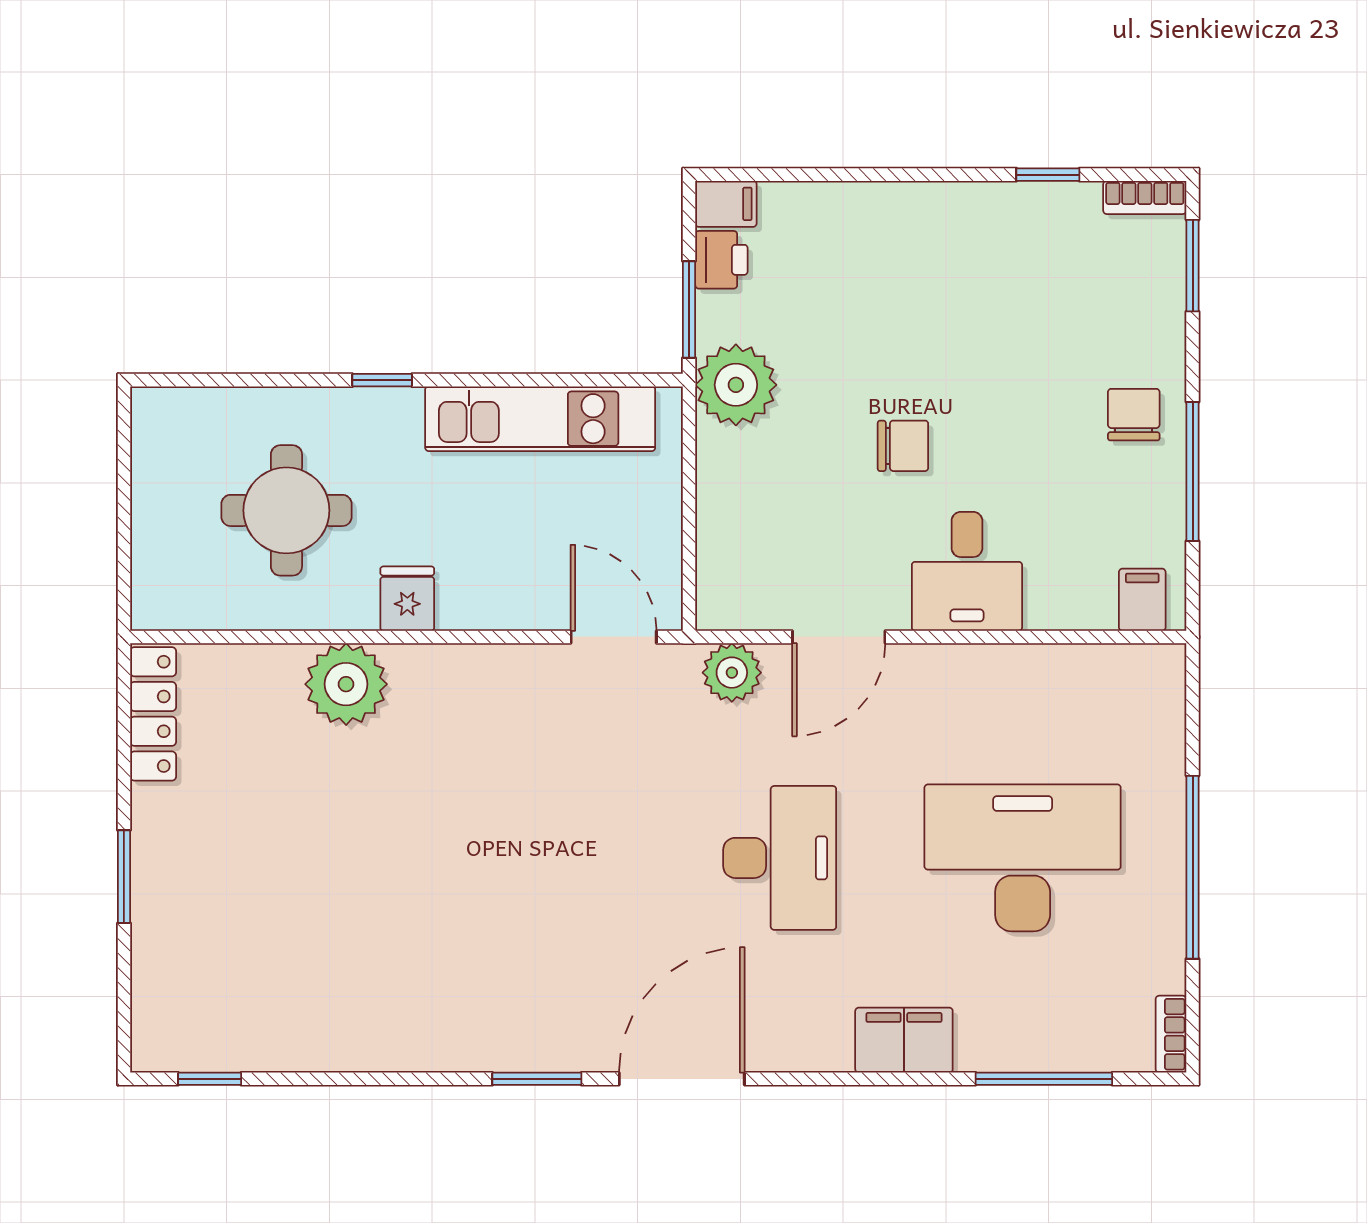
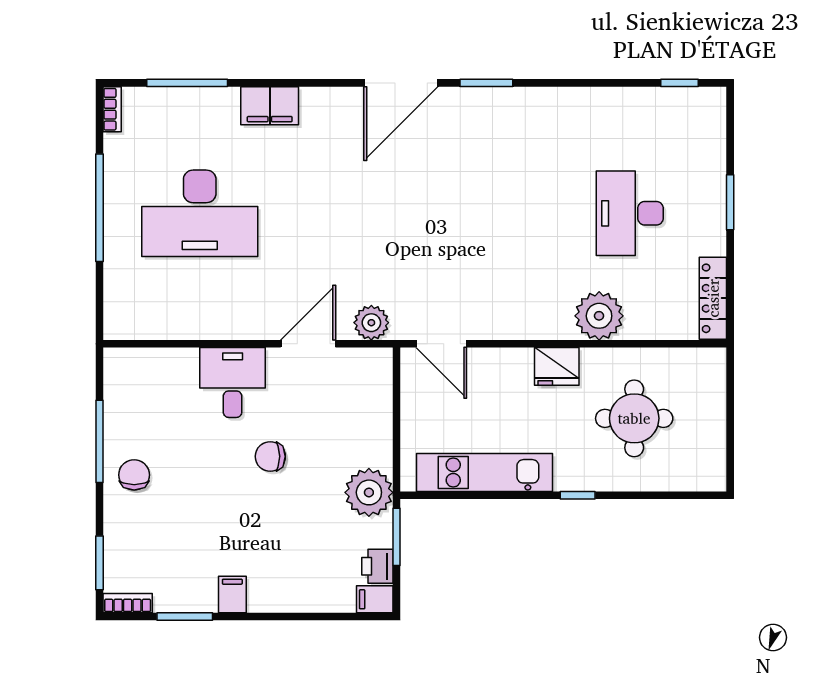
window: (1048, 175) -> (185, 617), width x1.50
chair: (1134, 415) -> (134, 475), turned 180
fridge: (407, 599) -> (557, 366), width x1.38
filing cabinet: (1142, 600) -> (232, 595), moved, turned 180
desk: (780, 858) -> (630, 213), moved

